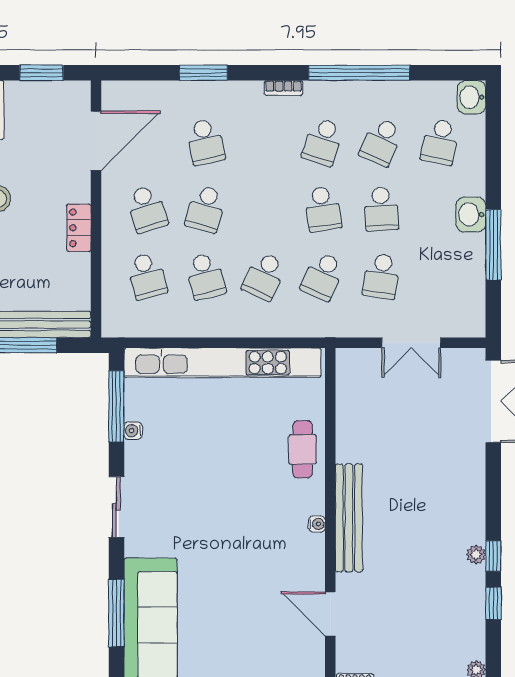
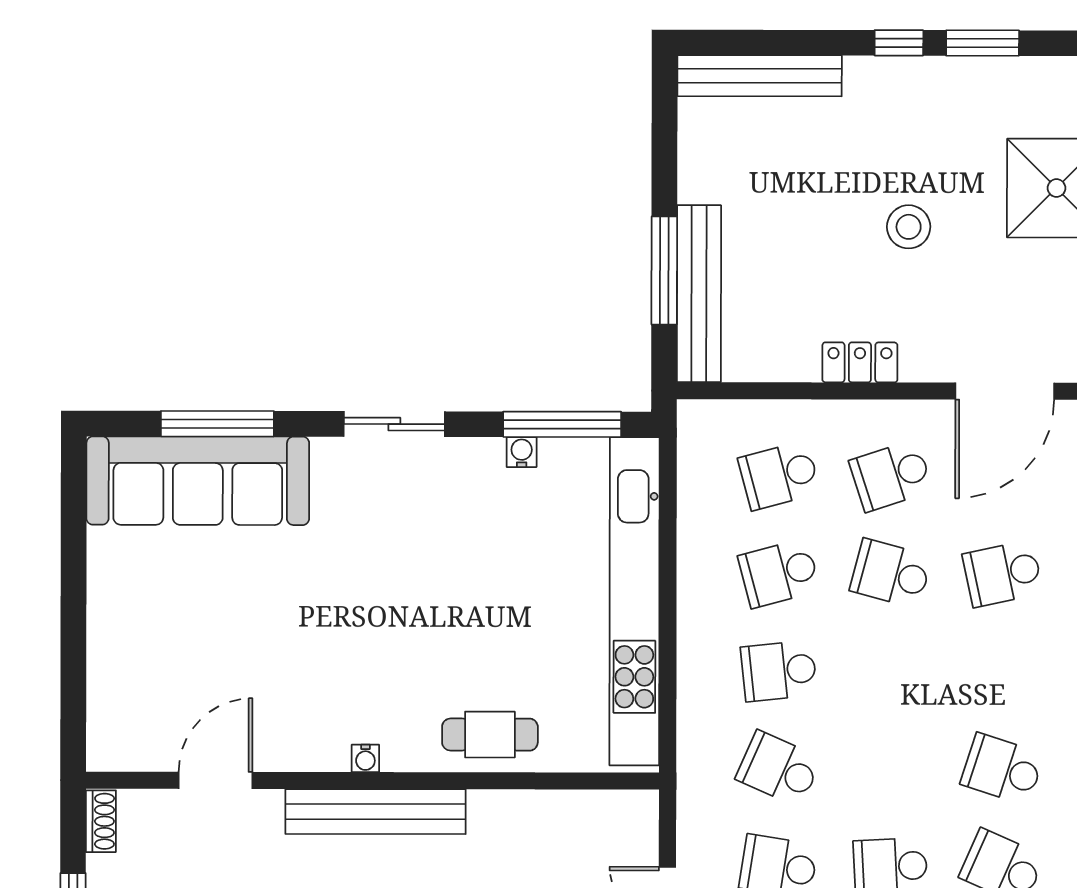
door: (96, 141) -> (1005, 391), hinge flipped
school desk: (323, 209) -> (890, 769), removed
school desk: (264, 276) -> (779, 671), turned -30

